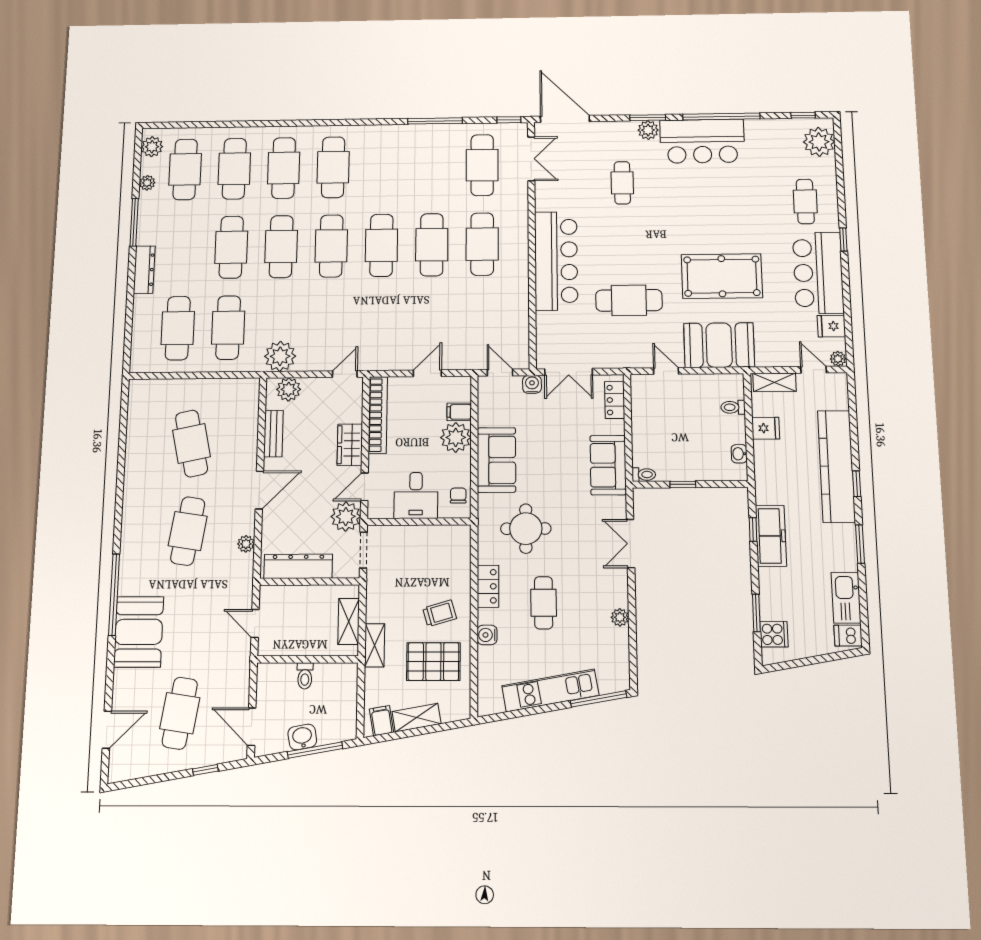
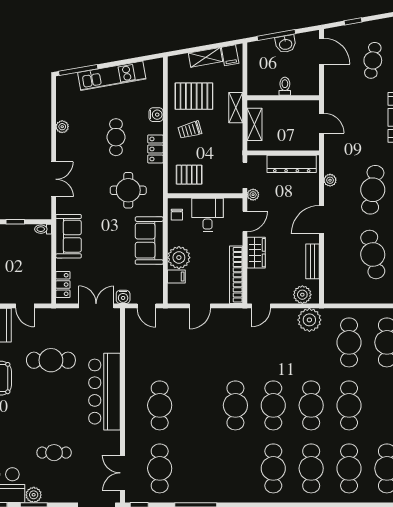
cafe table: (622, 183) -> (54, 453), turned 90
cafe table: (432, 245) -> (198, 405), removed
plant: (346, 517) -> (253, 195), width x0.53, depth x0.53
pallet: (441, 551) -> (189, 175), added
cafe table: (180, 713) -> (373, 60), width x0.73, depth x0.74

